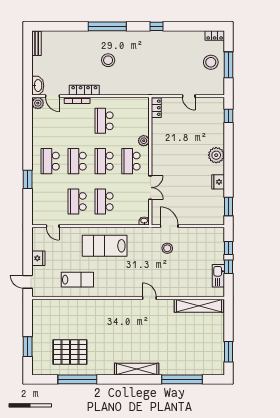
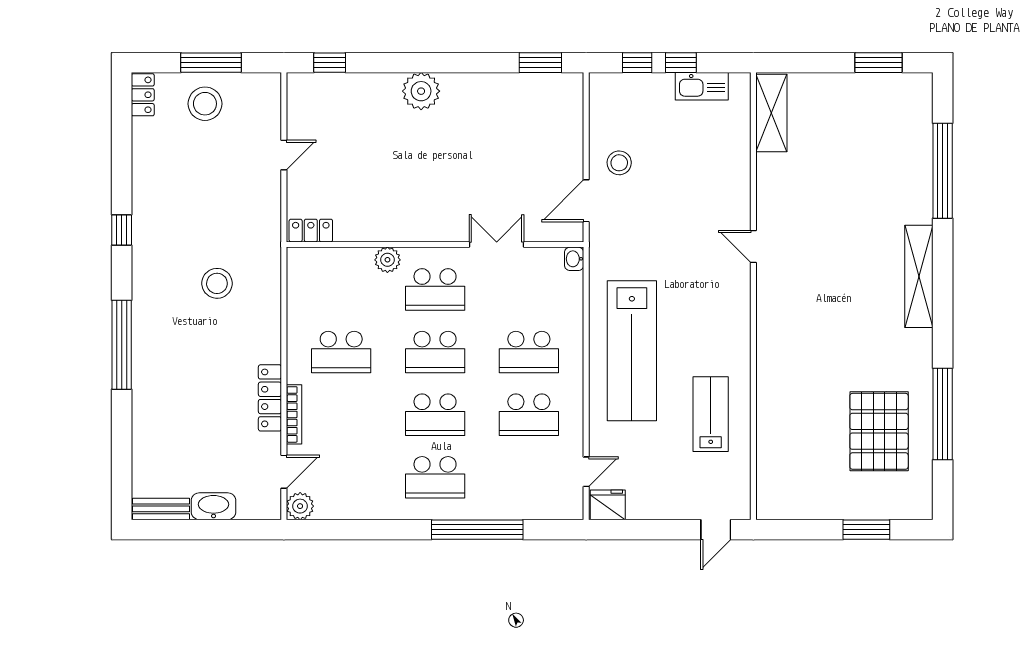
stool: (108, 60) -> (217, 283), moved
washbasin: (38, 86) -> (214, 506), moved
window: (28, 179) -> (477, 530), width x2.11
fridge: (218, 182) -> (483, 87), removed
lab bench: (105, 246) -> (632, 351), width x1.36
stool: (167, 248) -> (619, 163), moved
fridge: (38, 258) -> (608, 505), moved
door: (149, 298) -> (753, 247), hinge flipped
shelving: (199, 306) -> (771, 113), width x0.68

